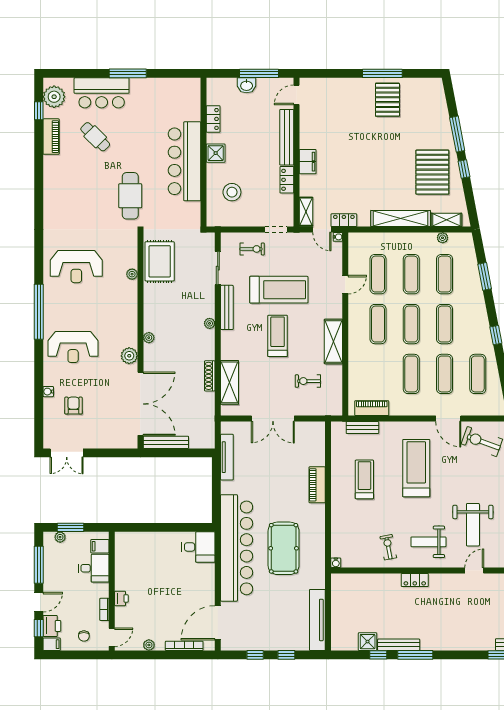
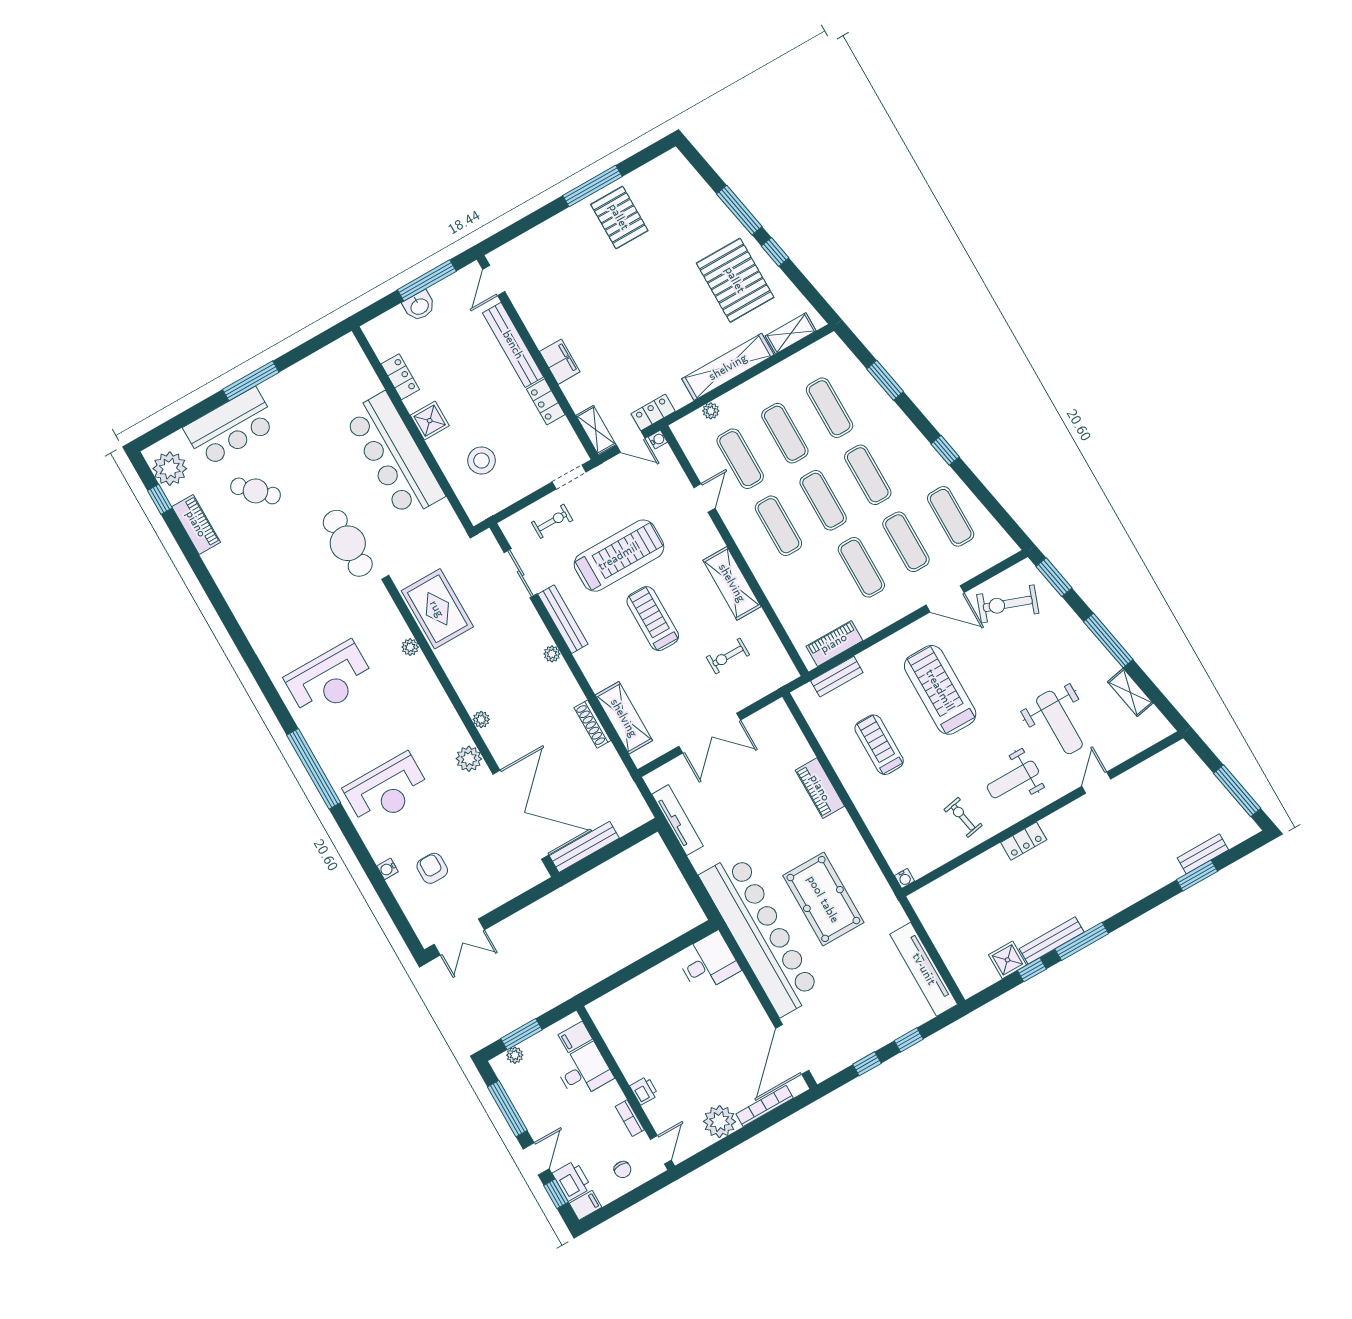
plant: (443, 238) -> (711, 411), moved
plant: (149, 645) -> (720, 1122), width x1.87, depth x1.87

